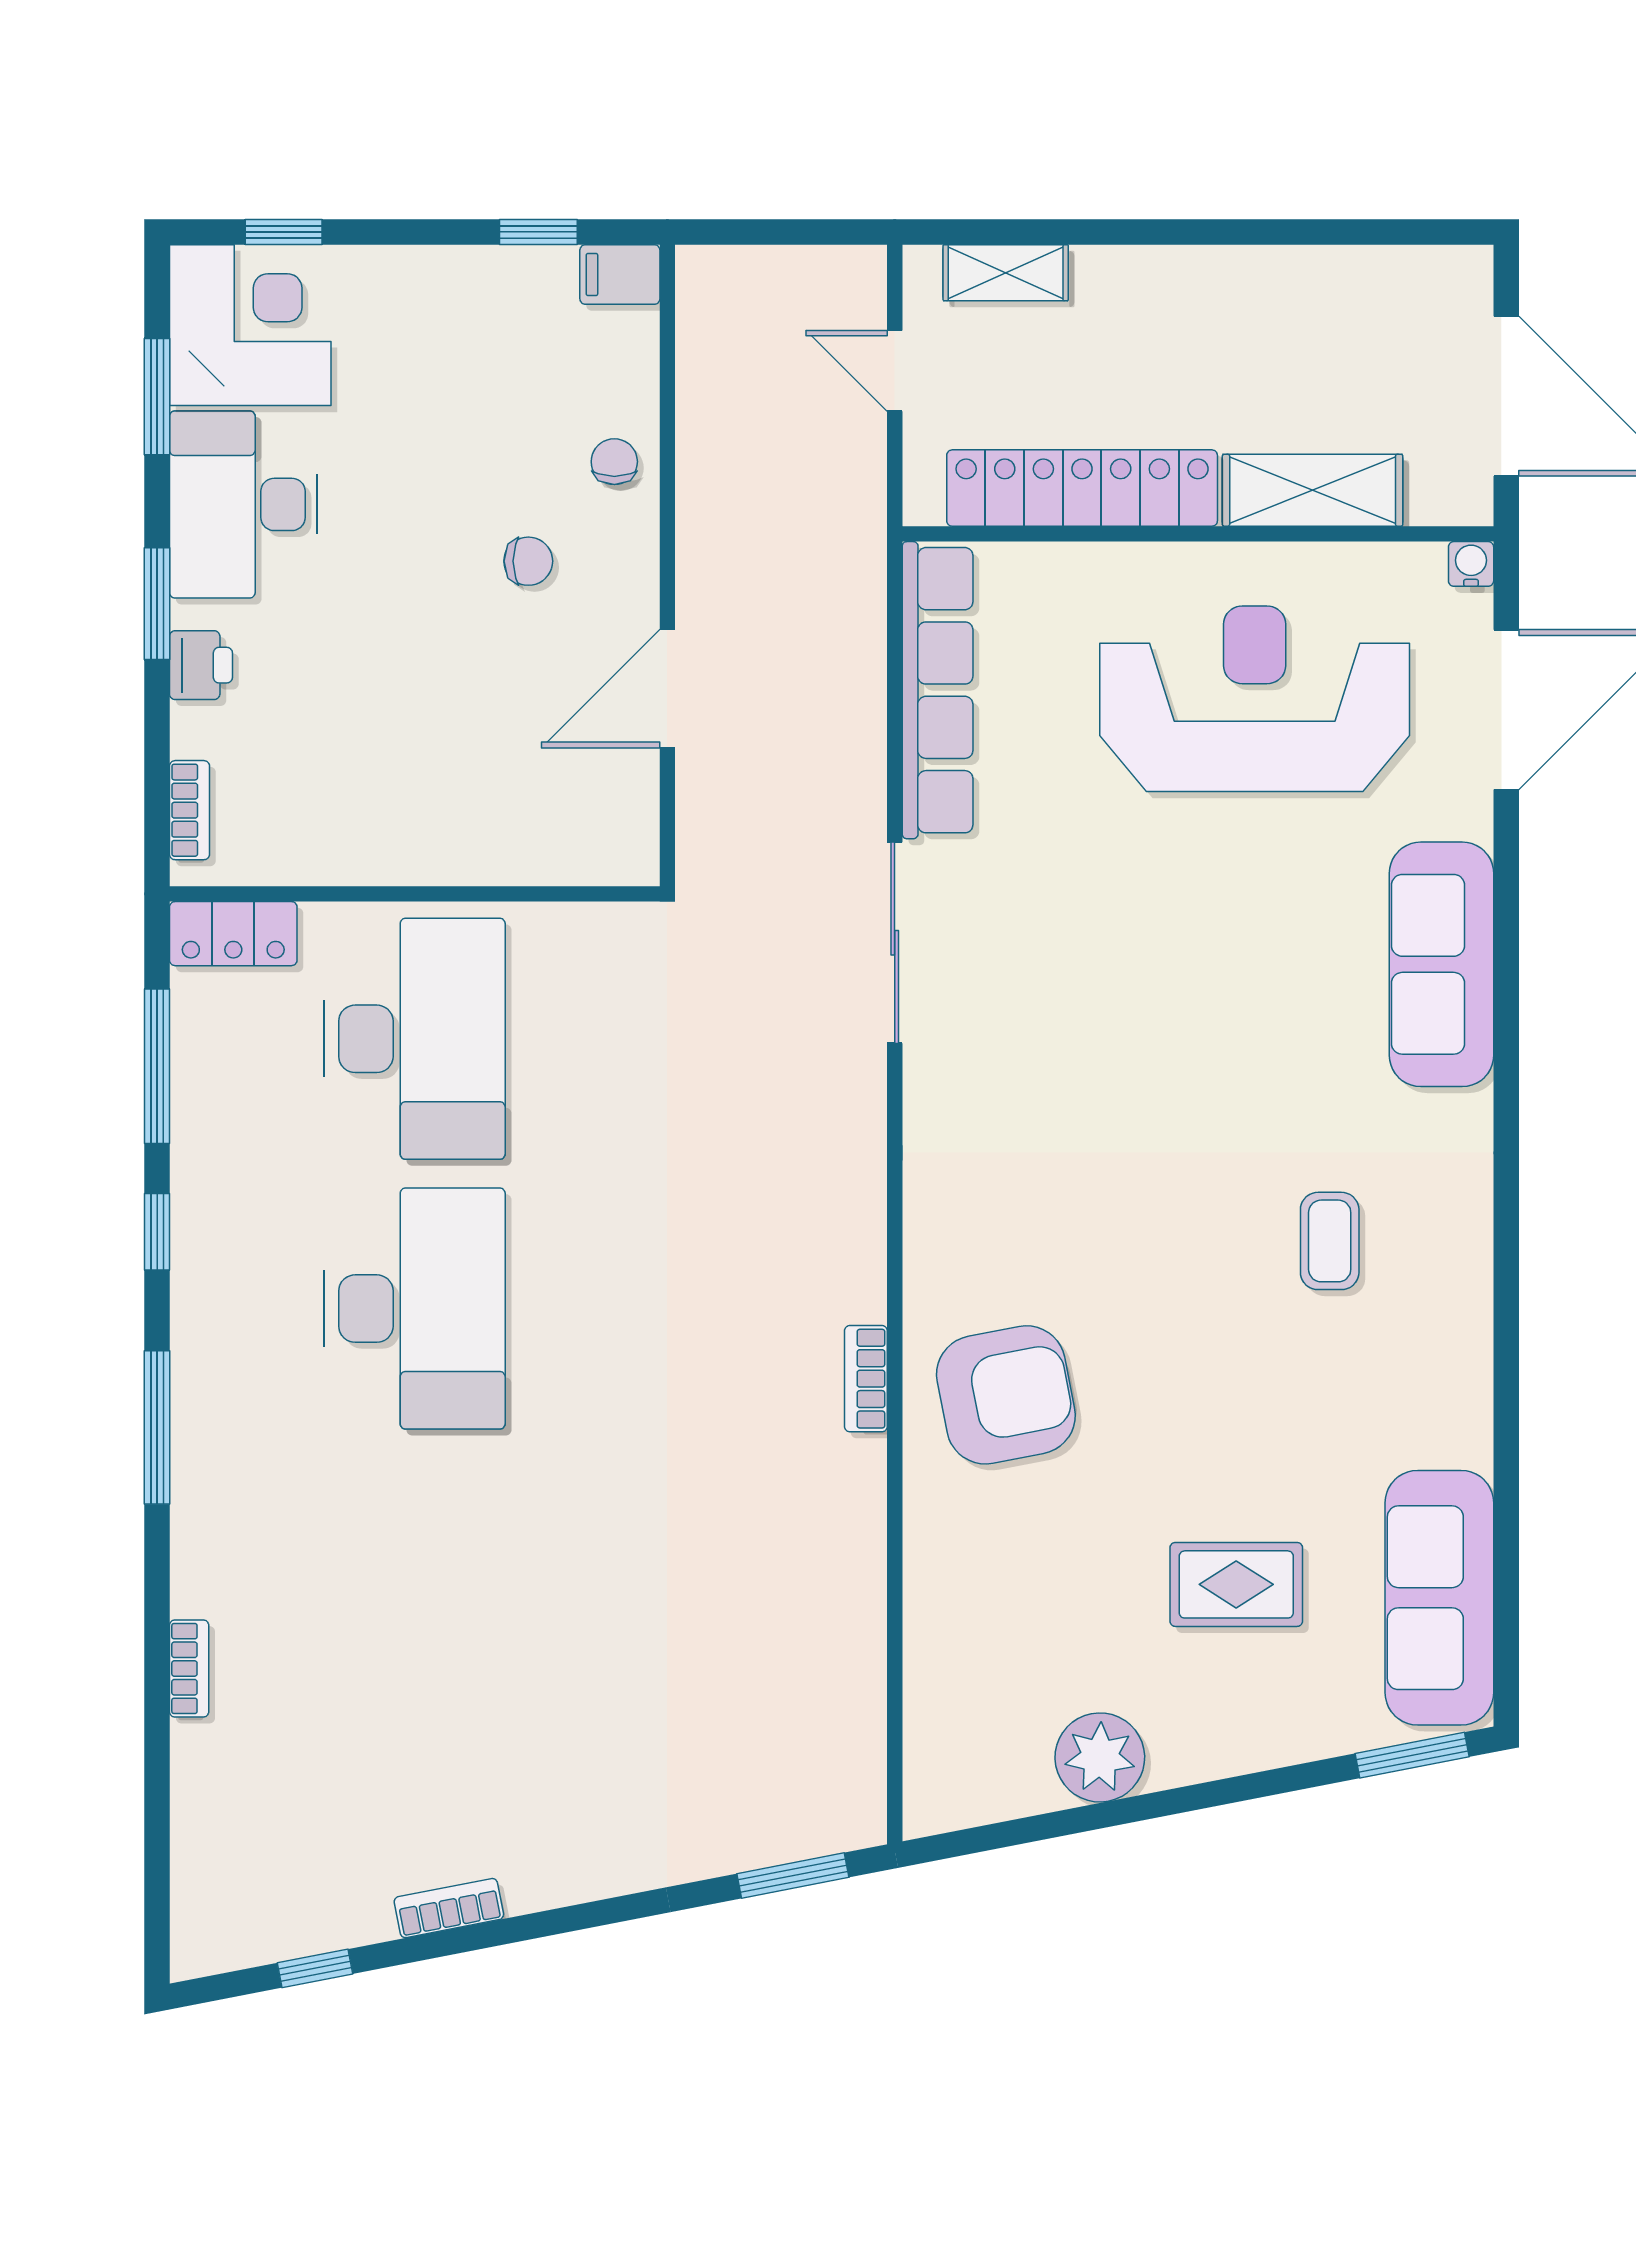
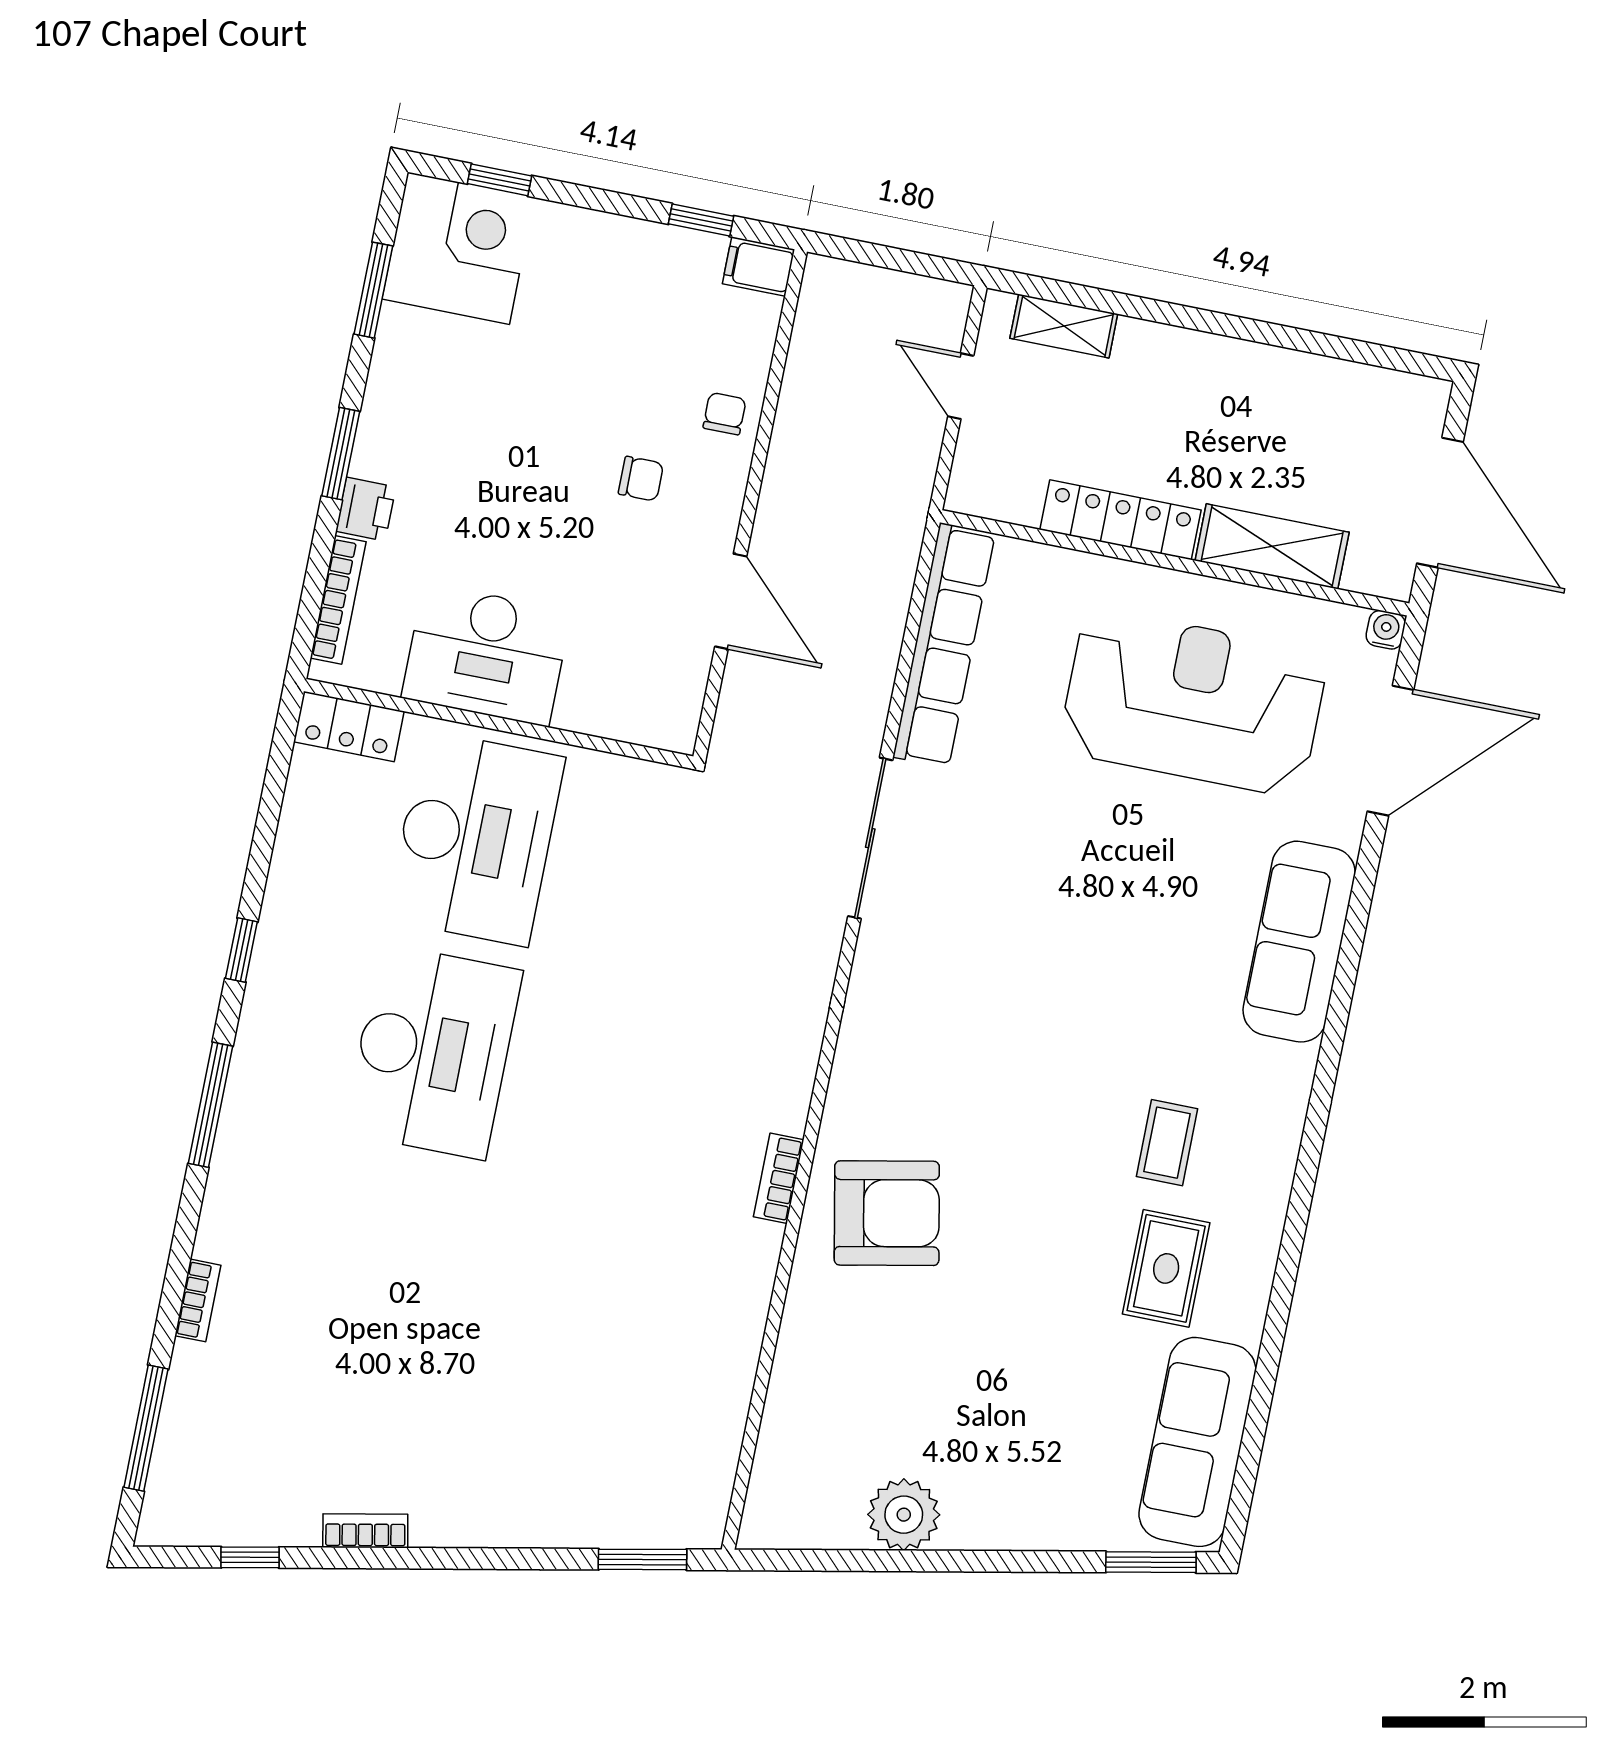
locker: (1082, 488) -> (1120, 520), width x0.71, depth x0.83
desk: (243, 504) -> (486, 655), moved, turned -90
door: (667, 689) -> (731, 601), swing flipped
bookcase: (190, 810) -> (338, 600), width x1.56
window: (157, 1066) -> (146, 1428), moved
rug: (1236, 1584) -> (1166, 1268), moved, turned 90

